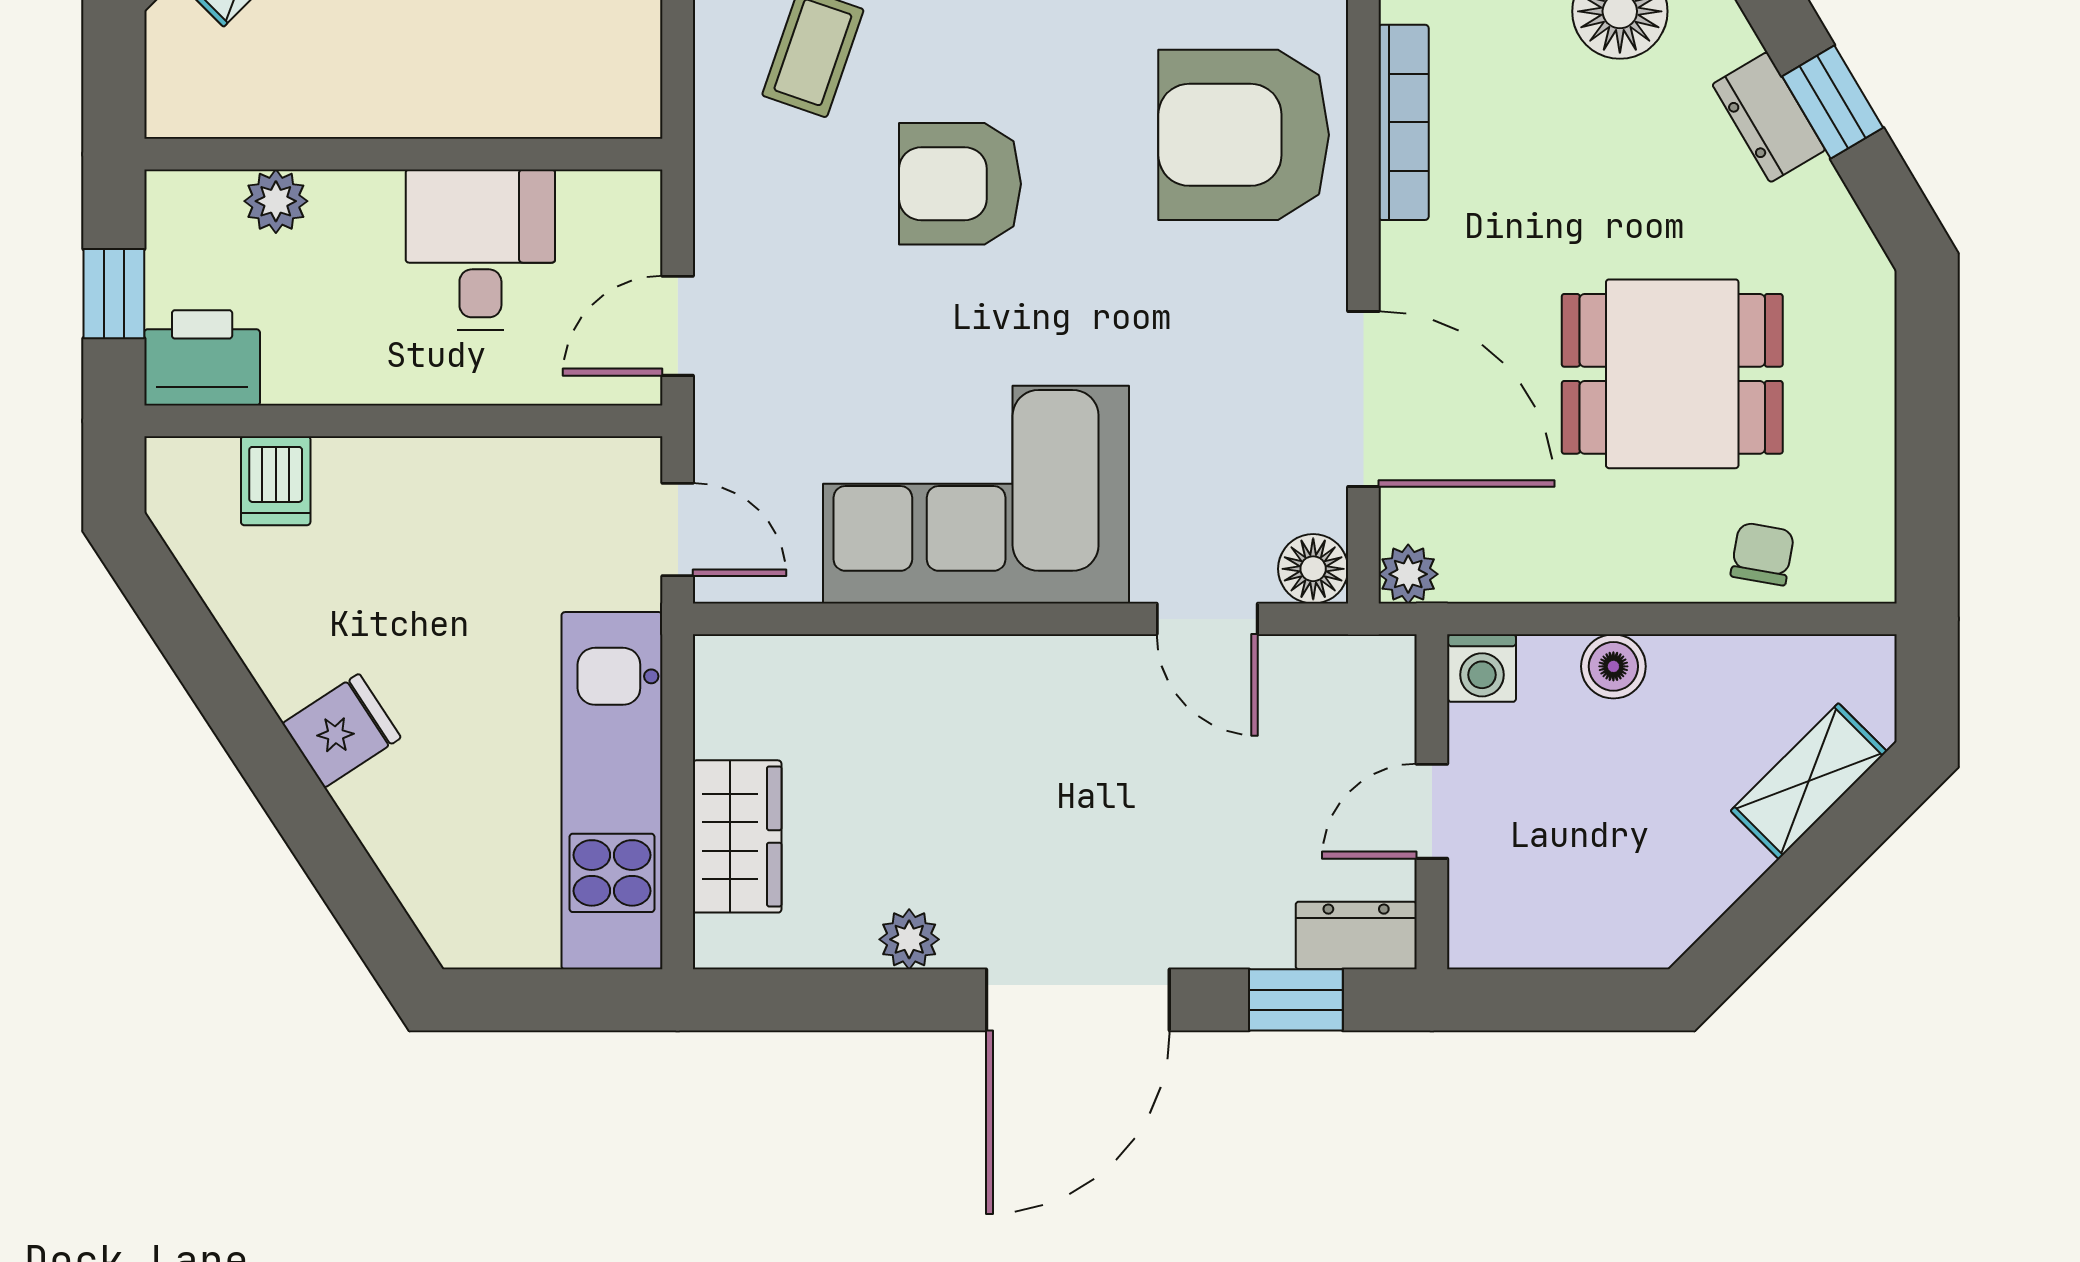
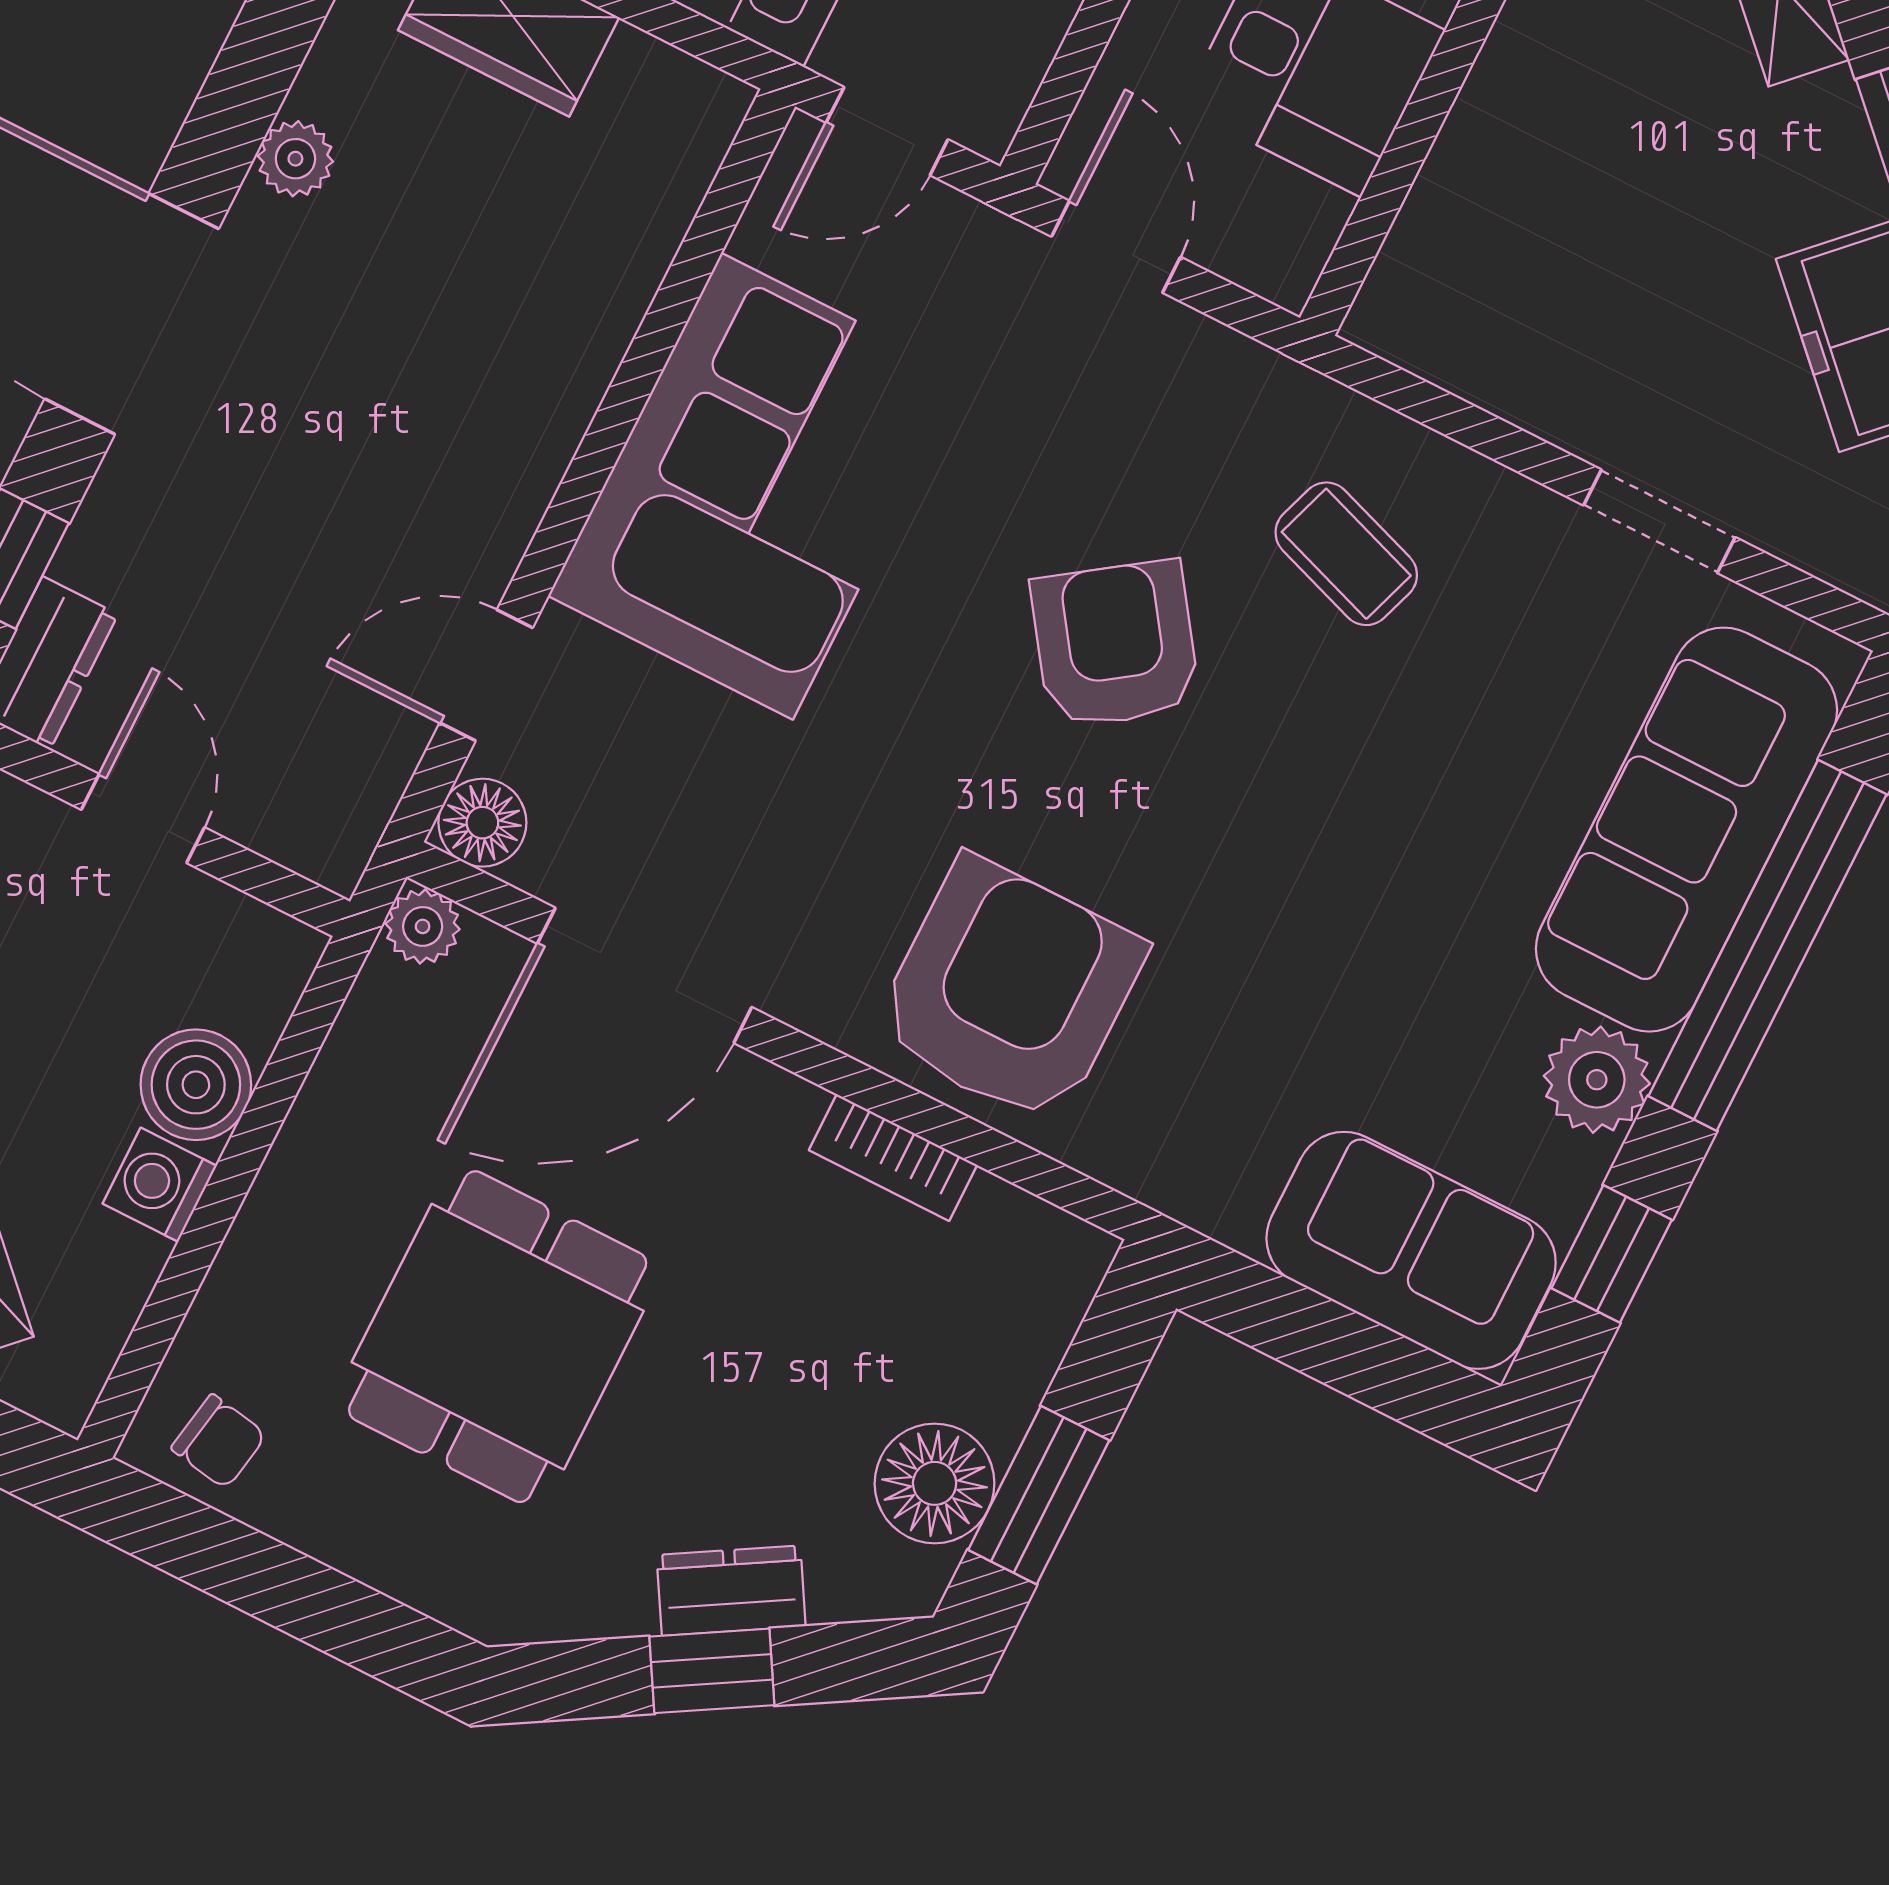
bookcase: (1404, 122) -> (893, 1158), width x0.64
armchair: (960, 184) -> (1115, 644), turned -35
chair: (1762, 554) -> (219, 1442), moved
boiler: (1613, 666) -> (196, 1085), width x1.36, depth x1.36
washing machine: (1482, 668) -> (160, 1185), moved

